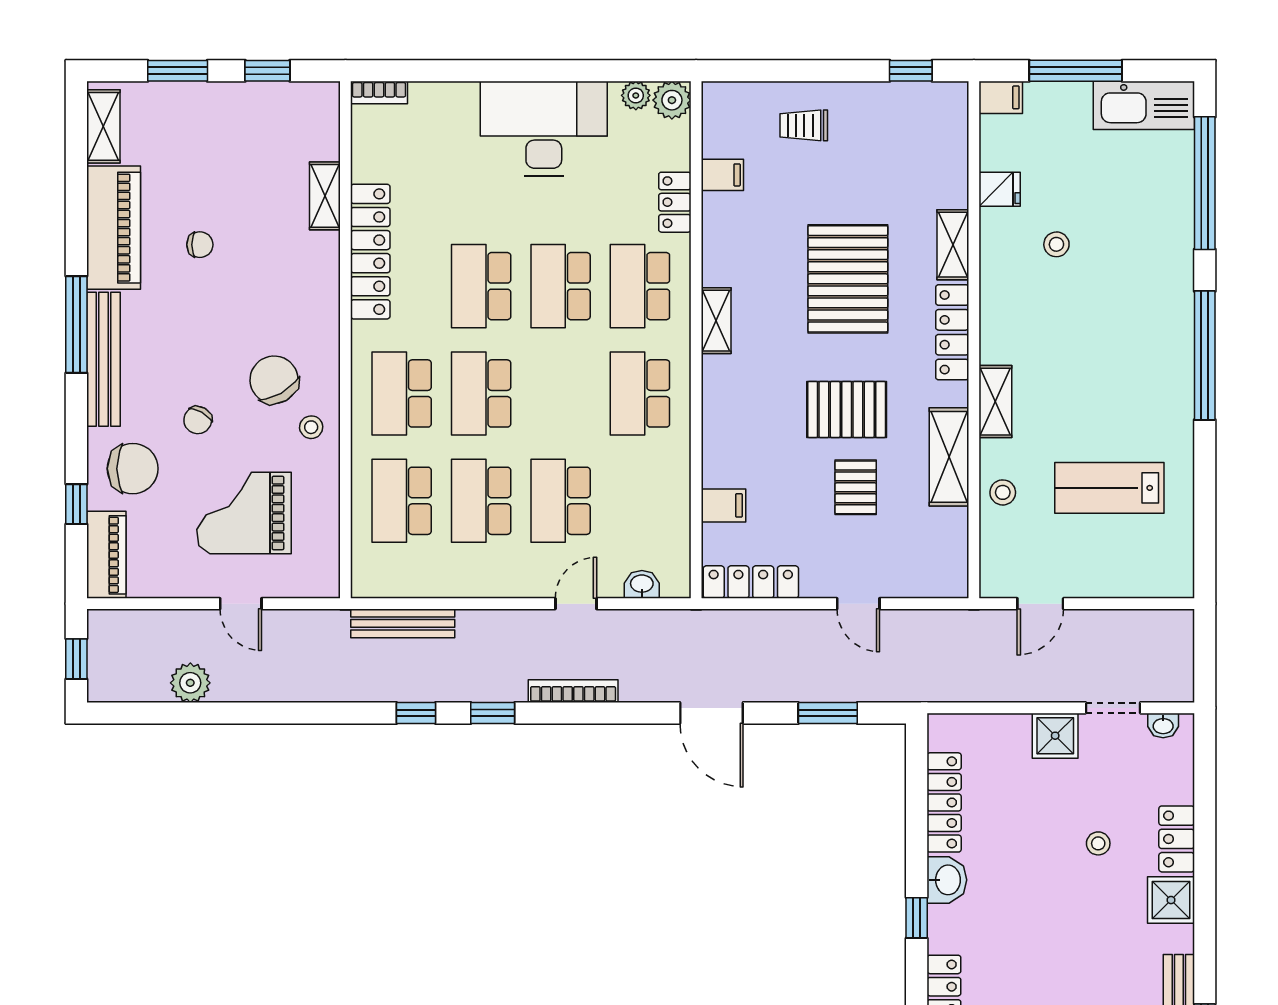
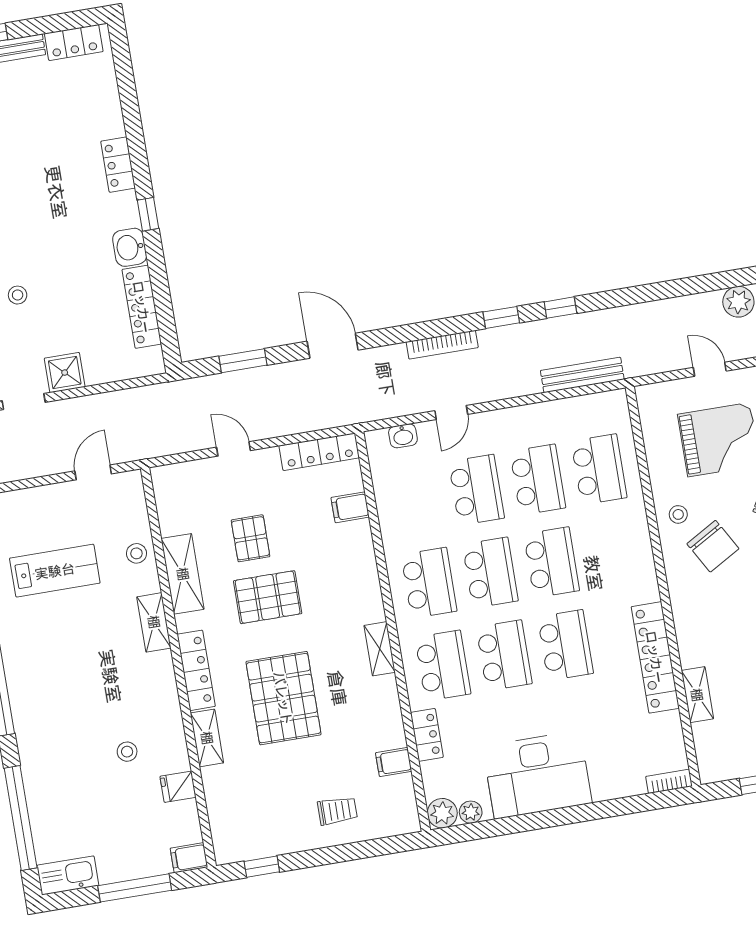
kitchen sink: (1144, 105) -> (68, 875), width x0.73, depth x0.81
school desk: (402, 393) -> (490, 573), moved

